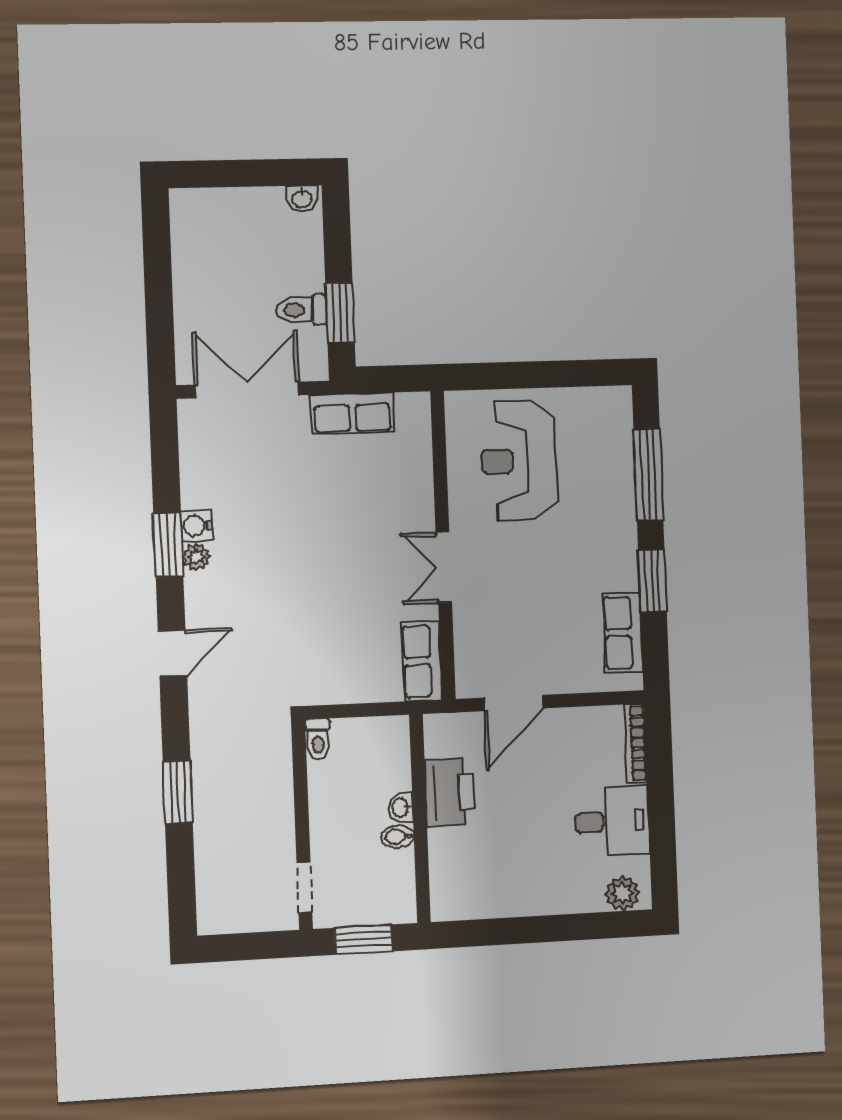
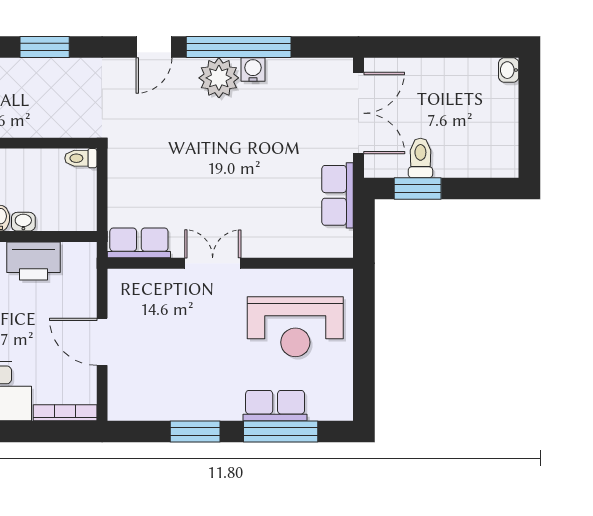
washbasin: (302, 198) -> (509, 70), moved
reception desk: (519, 461) -> (295, 327), turned 180
window: (168, 545) -> (239, 47), width x2.11
plant: (196, 557) -> (219, 78), width x1.87, depth x1.87
row of seats: (623, 633) -> (275, 406), moved
door: (172, 653) -> (154, 47), hinge flipped
door: (513, 703) -> (102, 342), moved

